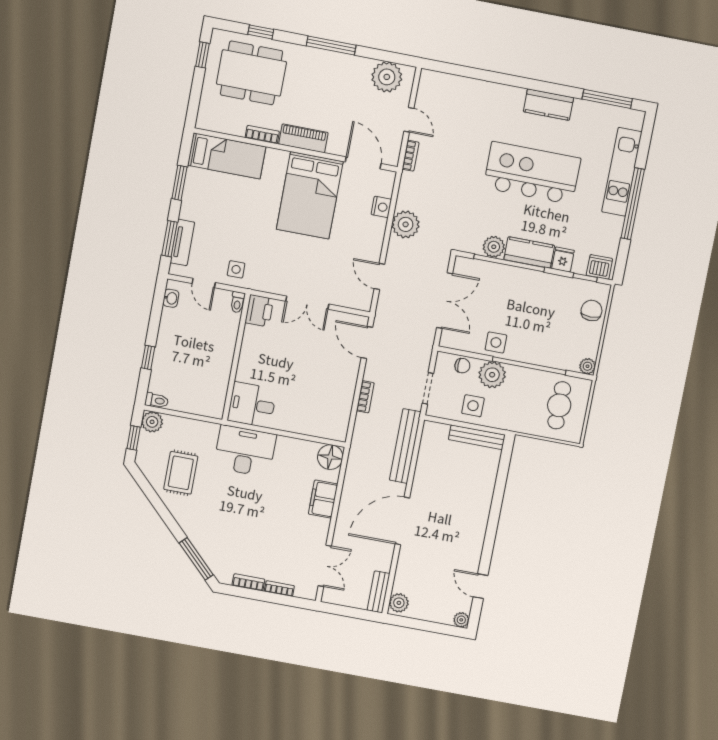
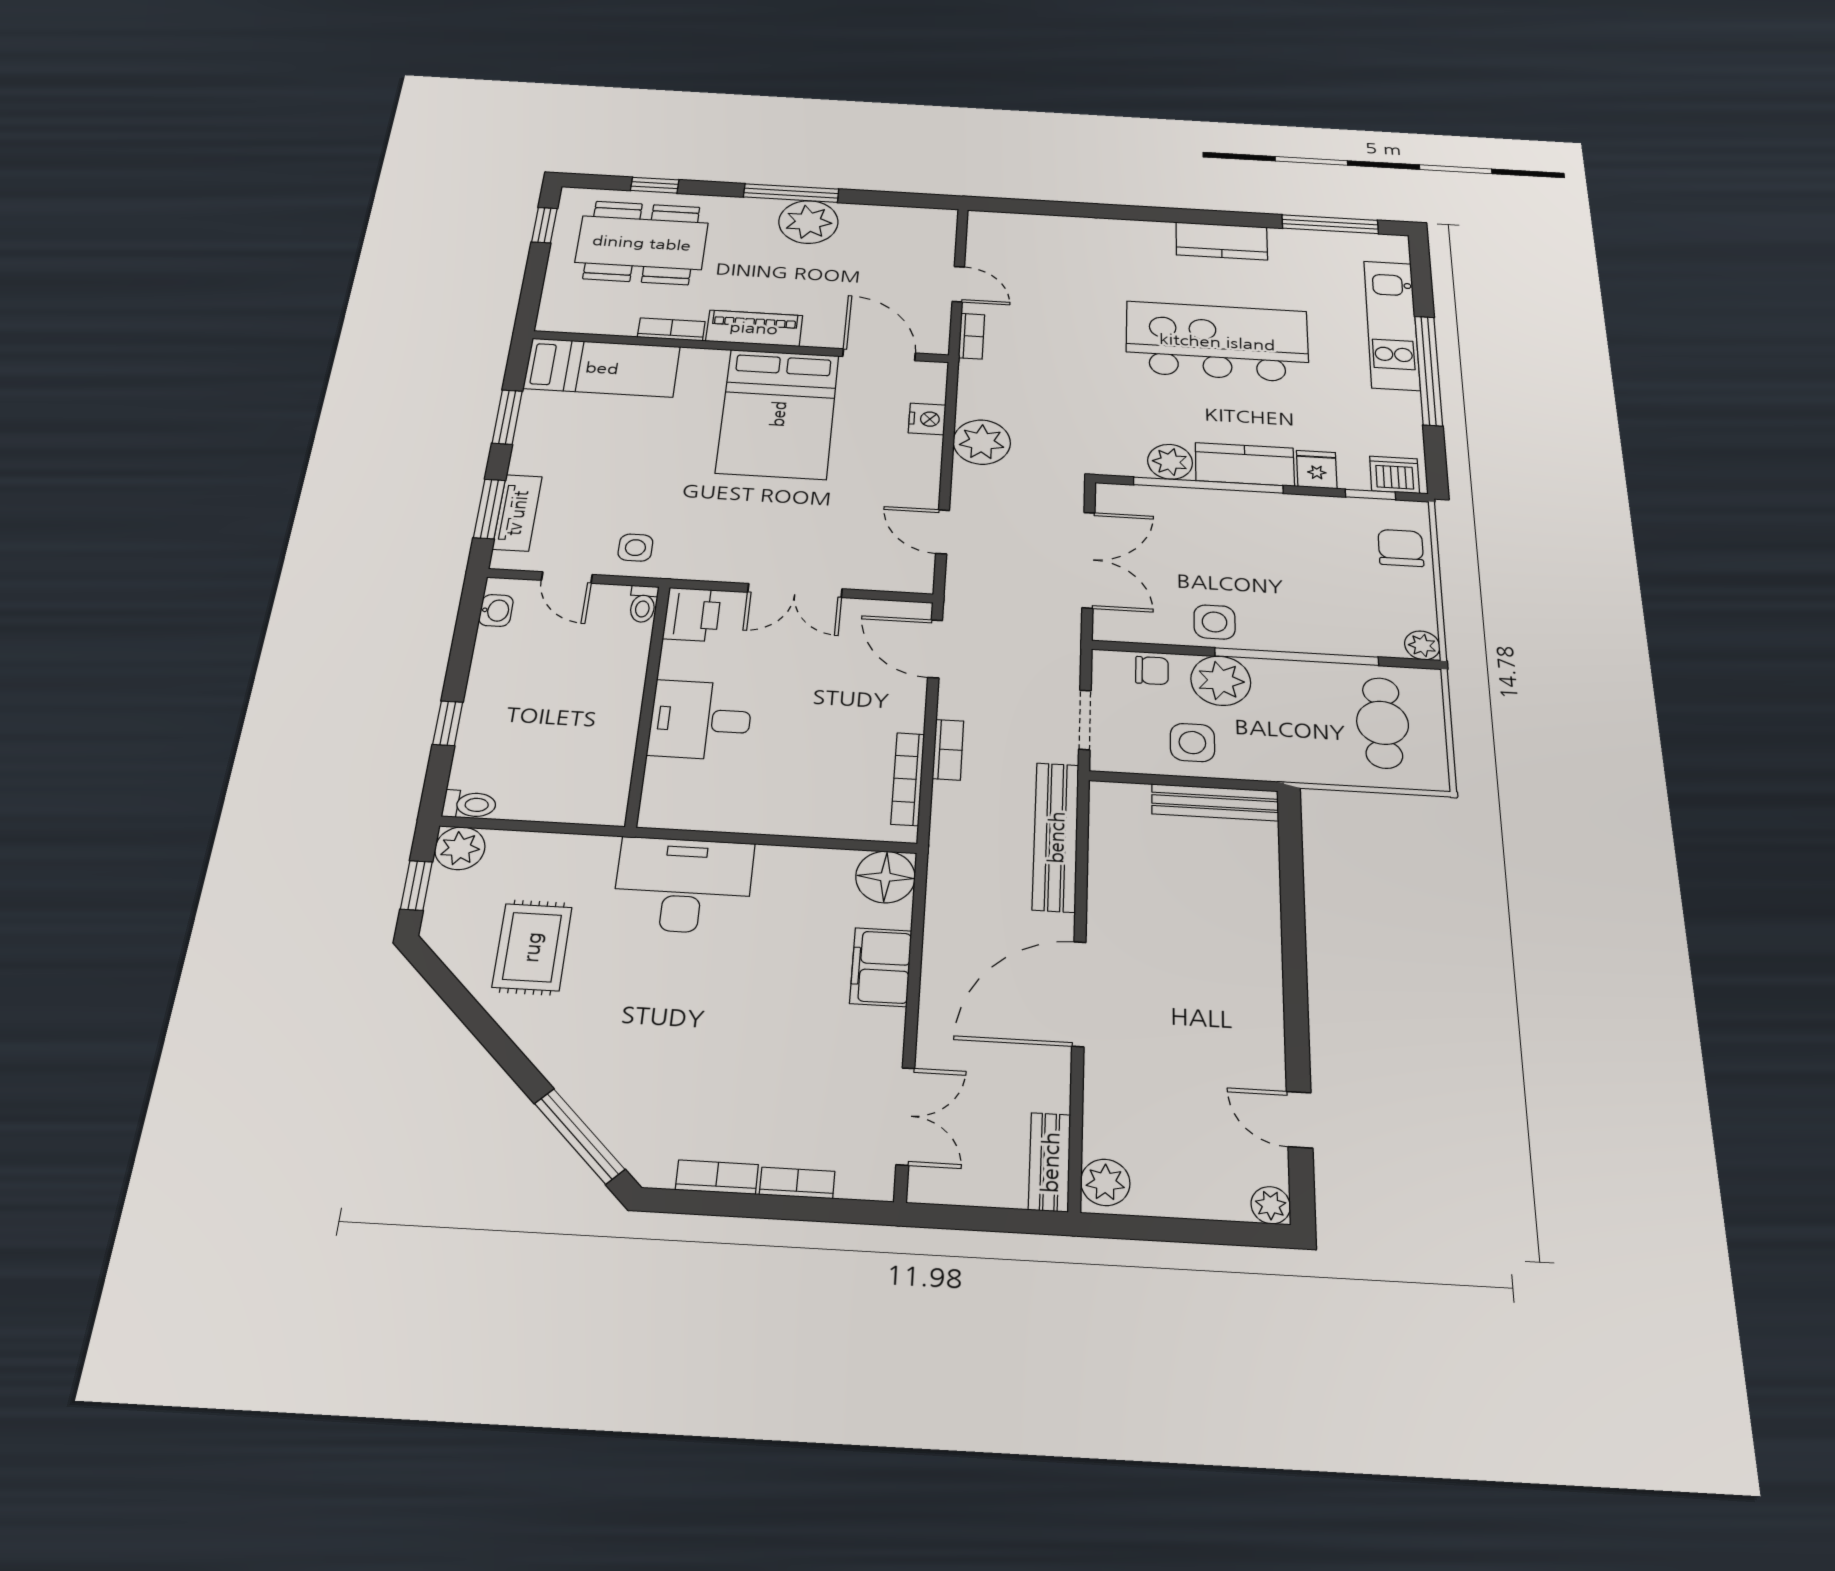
plant: (387, 77) -> (808, 222), moved
desk: (252, 405) -> (700, 720), moved
bookcase: (346, 410) -> (908, 779), added

